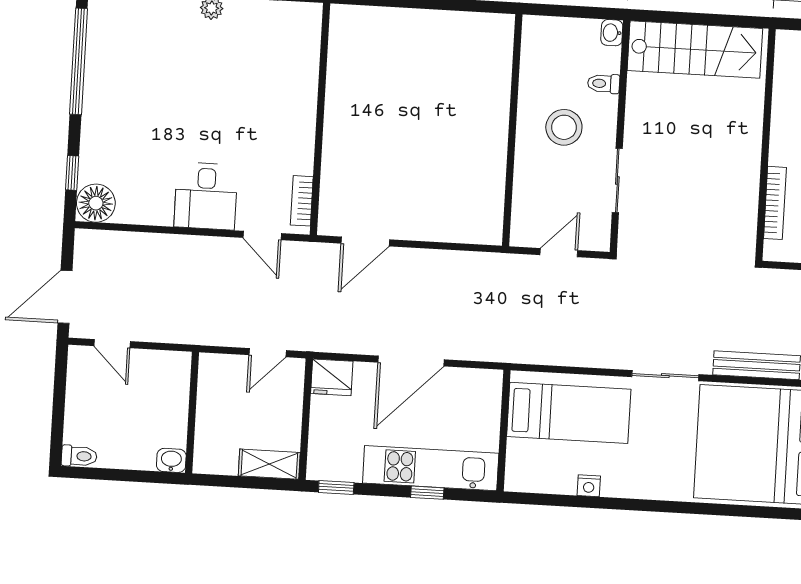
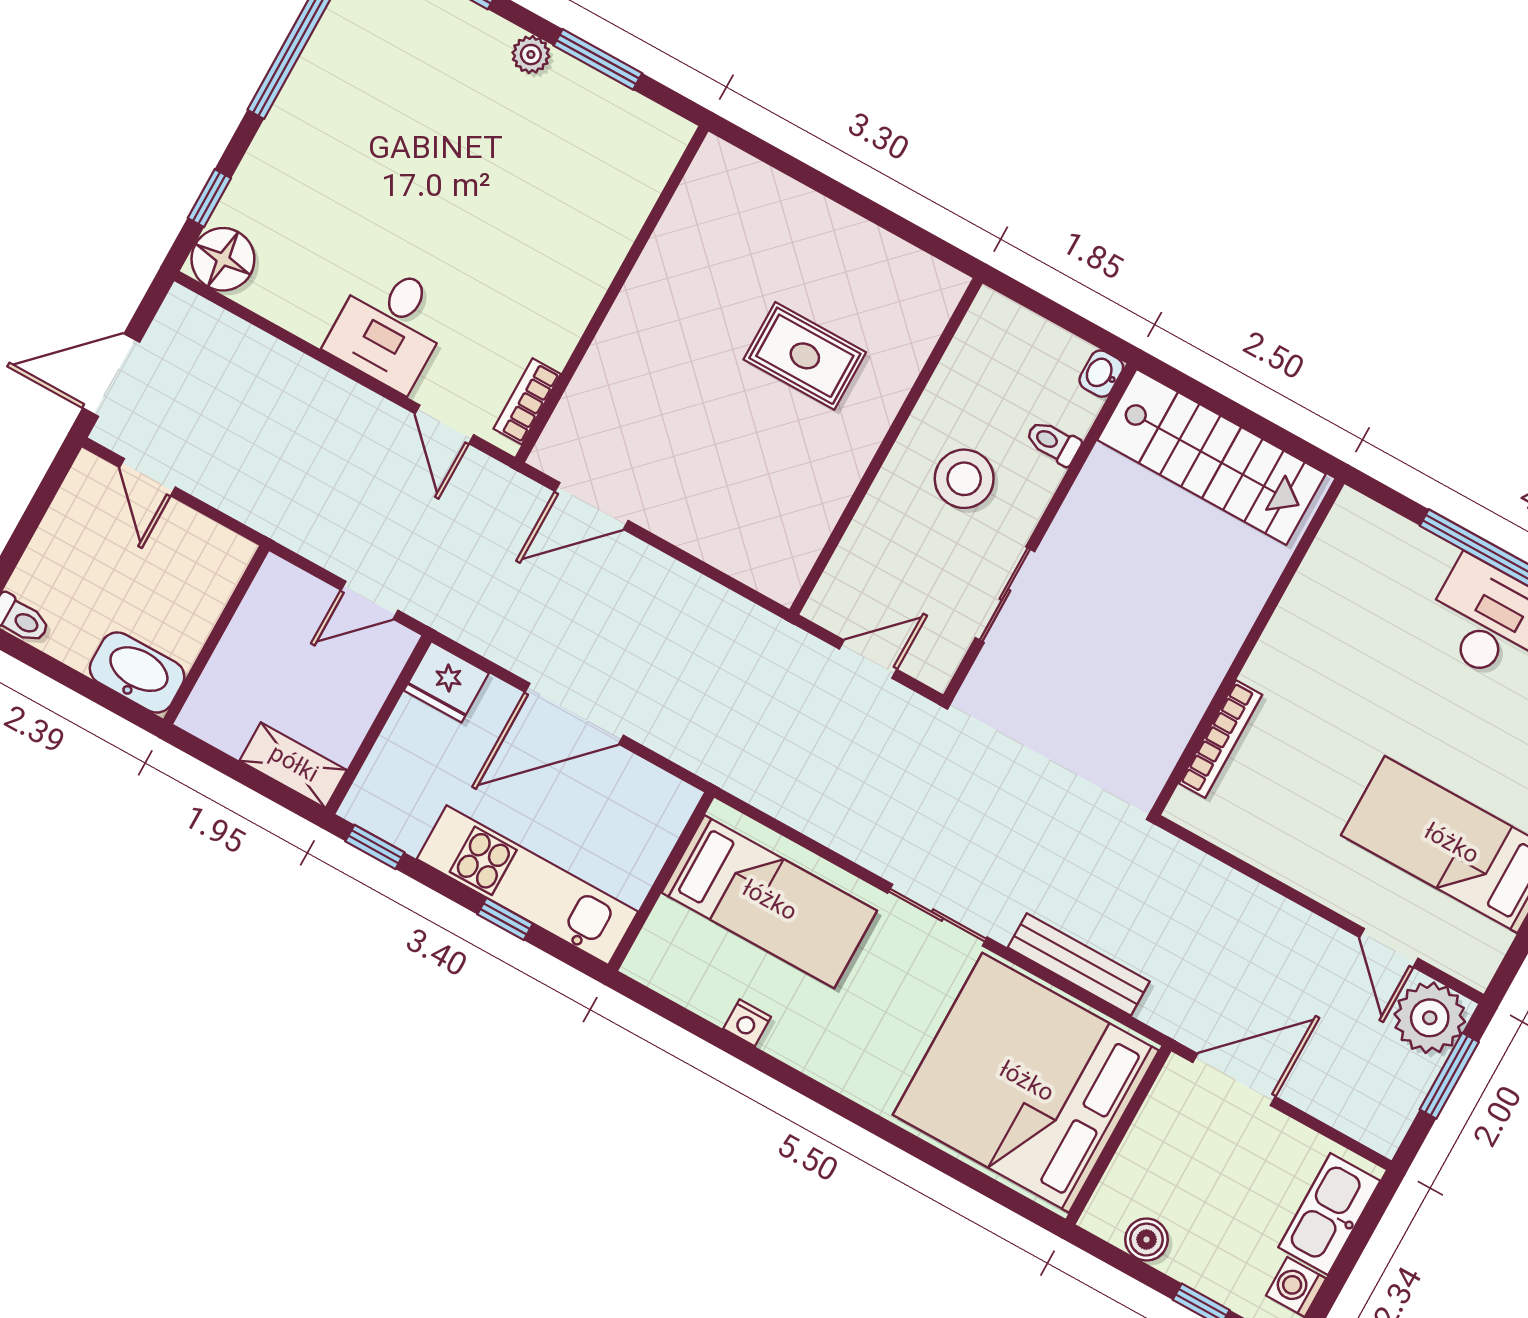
rug: (443, 102) -> (805, 356), added
washbasin: (171, 460) -> (137, 672), width x1.91, depth x1.45

